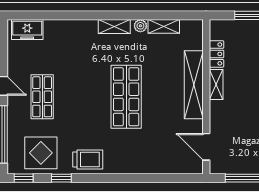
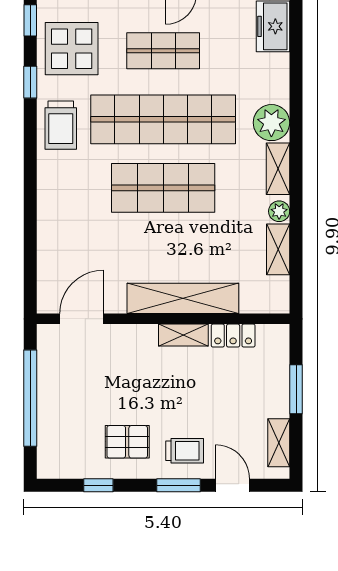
plant: (86, 30) -> (271, 123), added
shop shelf: (84, 97) -> (163, 119), added

